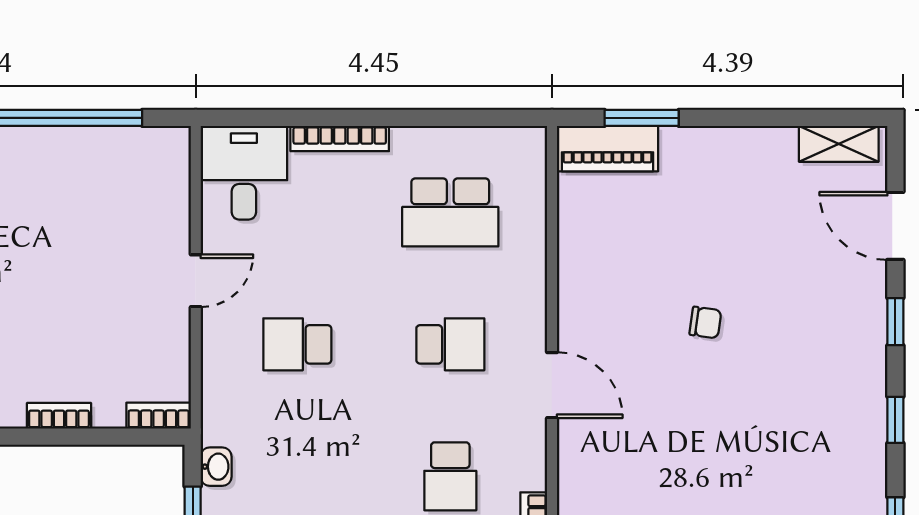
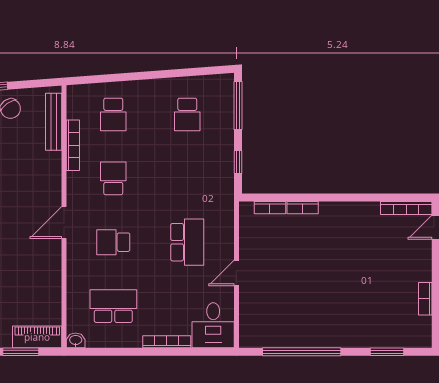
school desk: (297, 344) -> (187, 242), width x1.85
door: (552, 385) -> (64, 222), hinge flipped
bookcase: (159, 416) -> (270, 208), moved
washbasin: (216, 467) -> (76, 340), moved, turned 90

